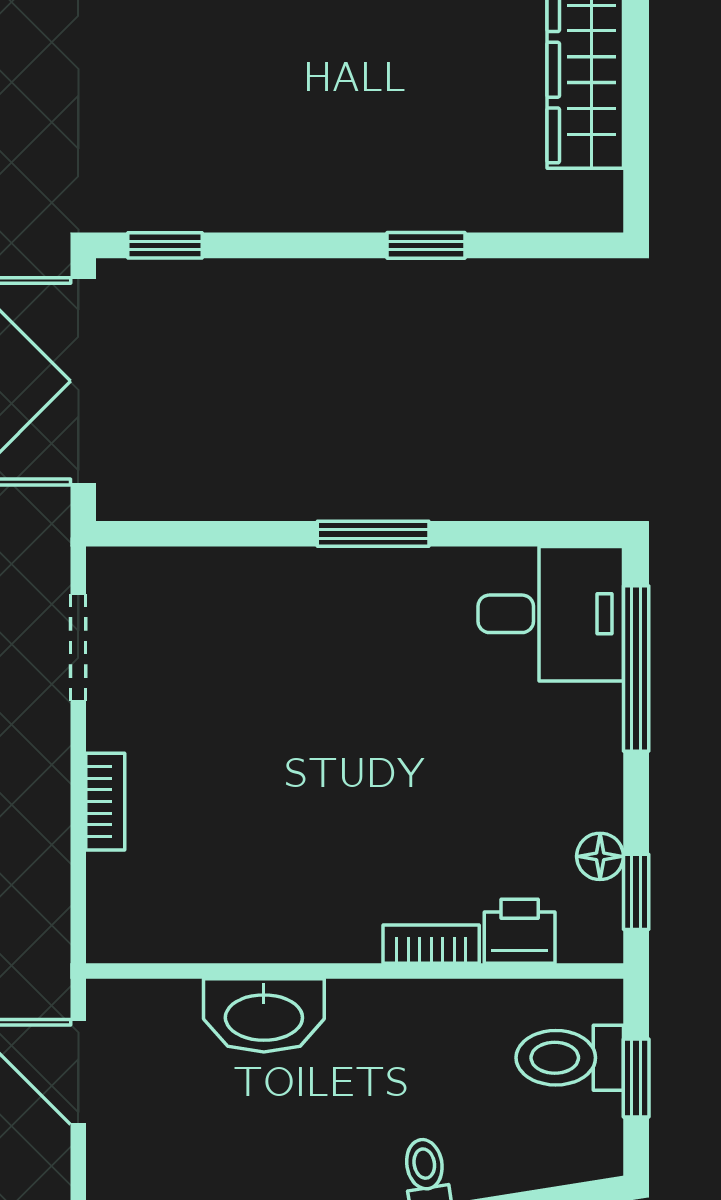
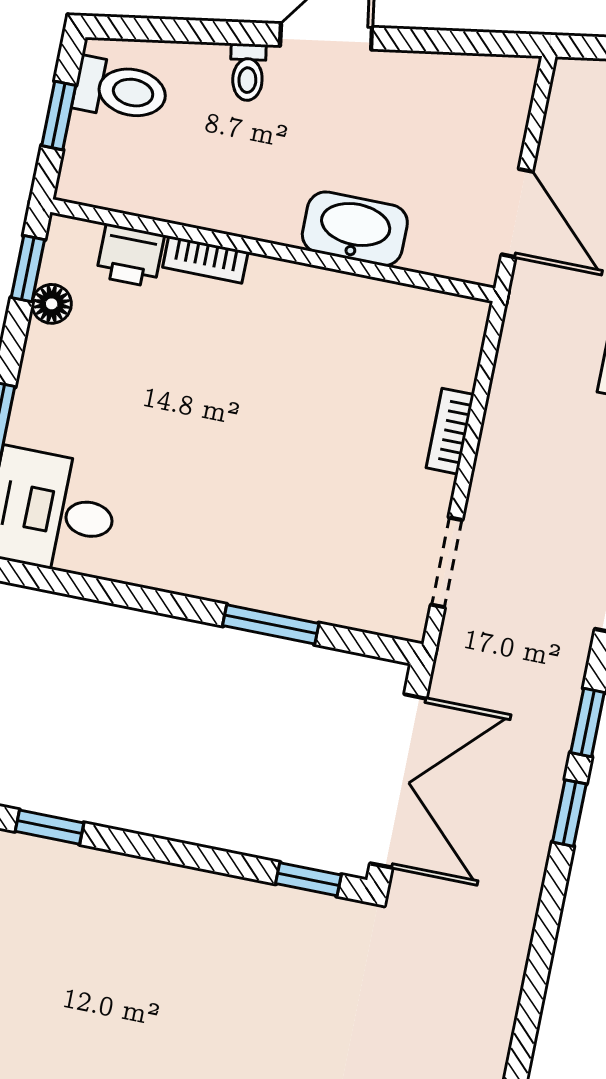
window: (426, 245) -> (49, 827), moved
window: (373, 534) -> (271, 624), moved
toilet: (570, 1058) -> (121, 90), moved

